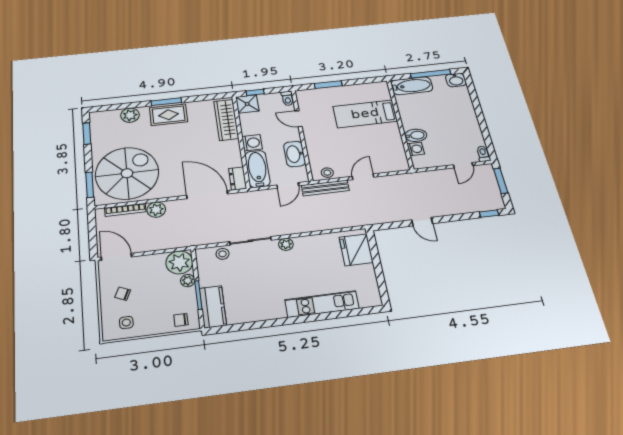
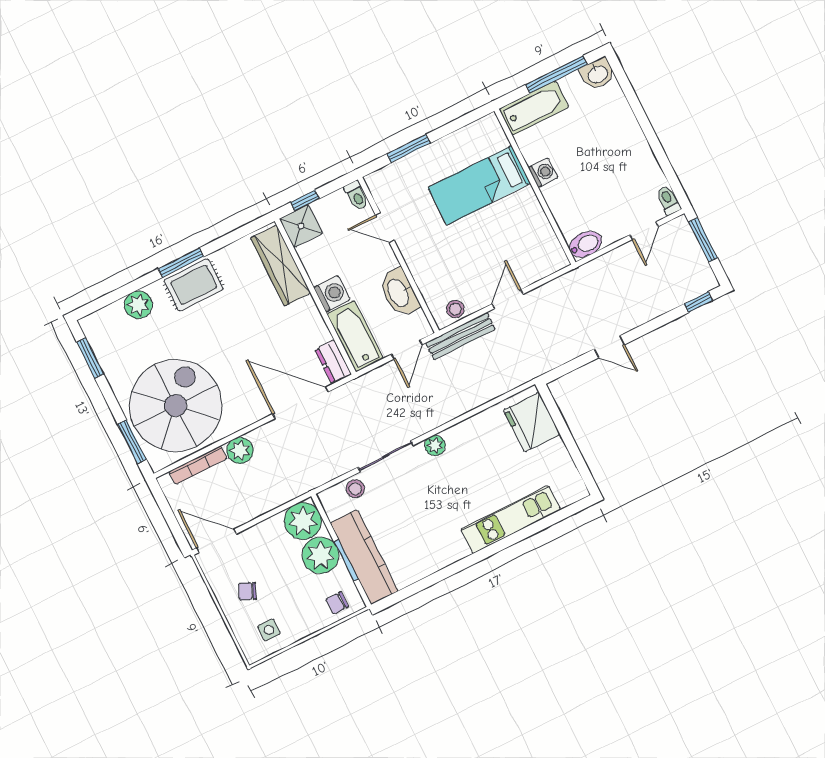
bidet: (416, 135) -> (585, 244), moved
washing machine: (416, 149) -> (543, 173), moved
plant: (188, 281) -> (321, 555), width x1.88, depth x1.88
kitchen counter: (213, 307) -> (364, 557), width x1.50

